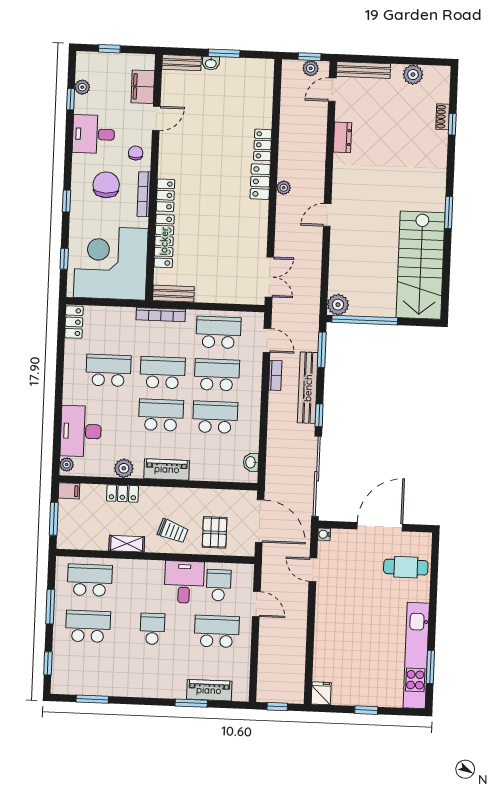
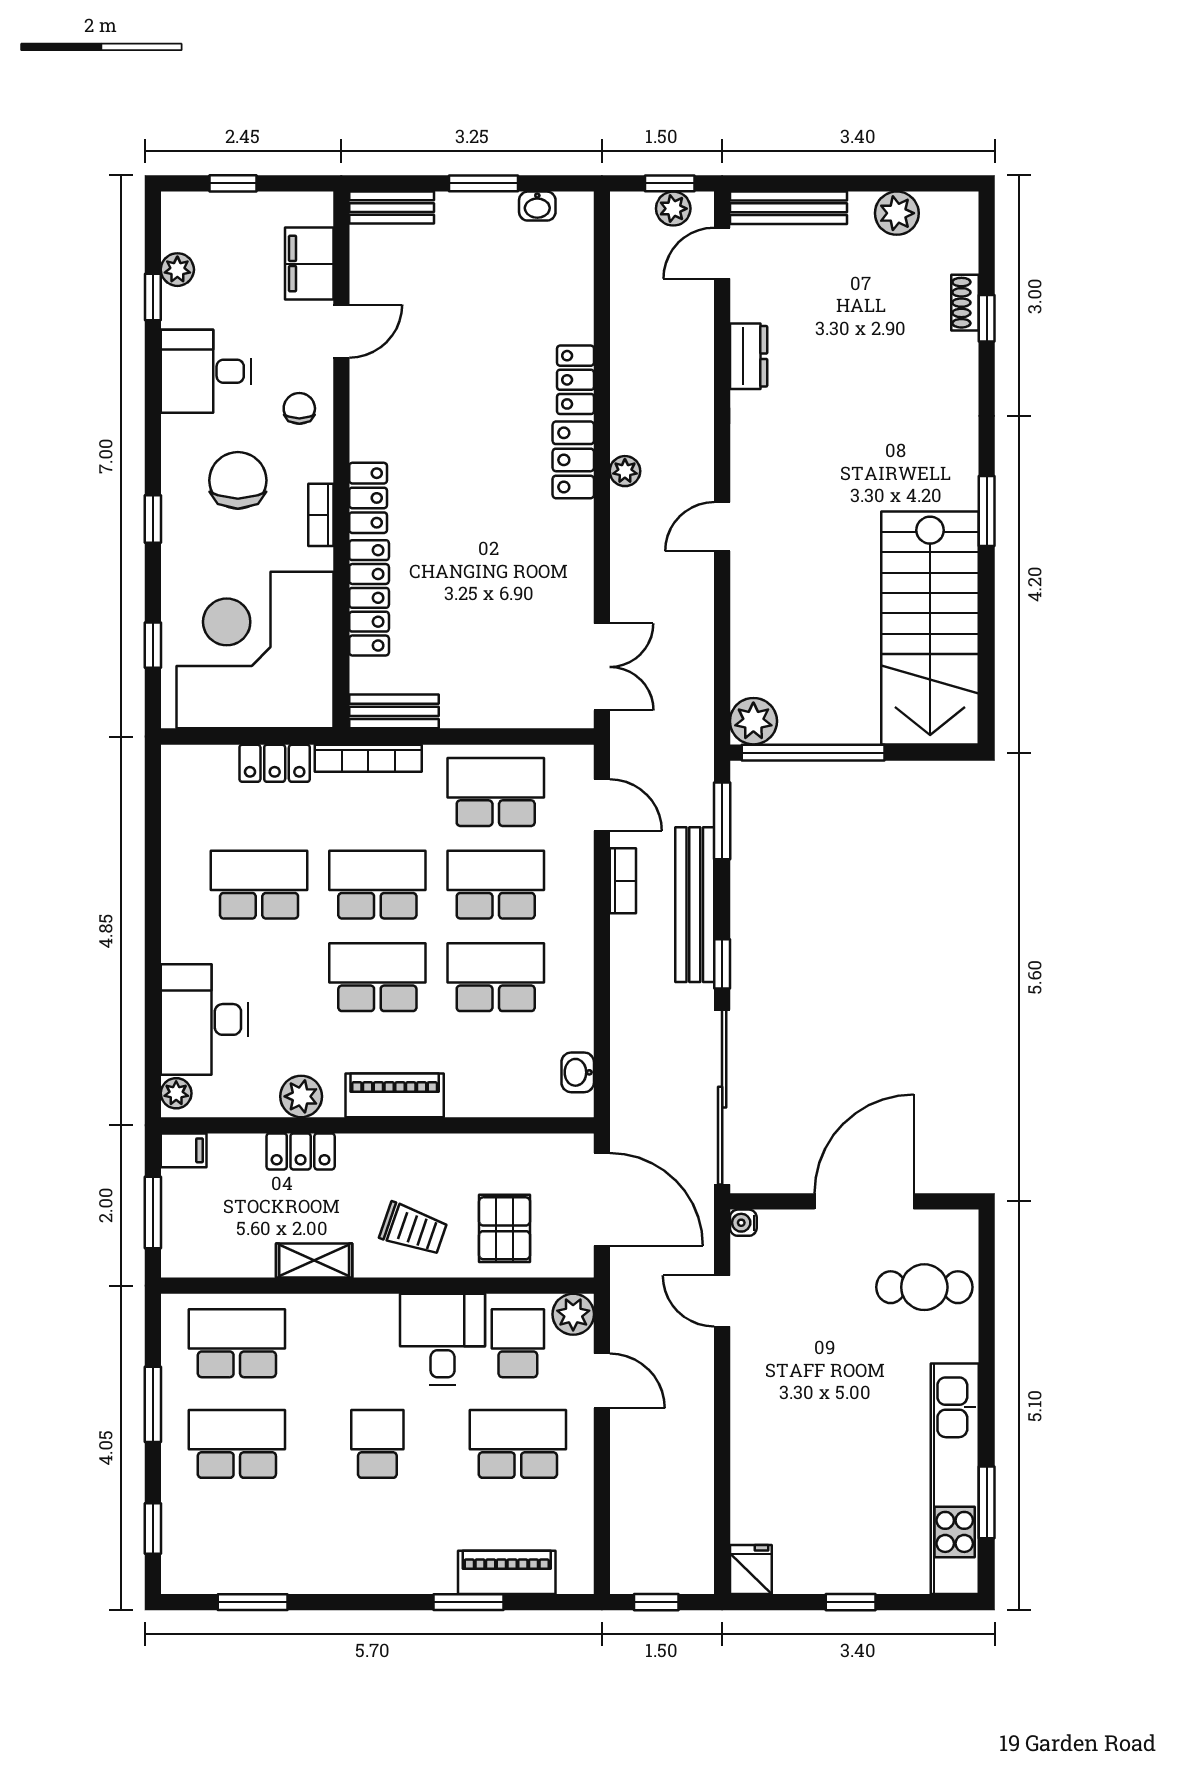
washbasin: (211, 63) -> (537, 206), moved
bookcase: (144, 194) -> (321, 515), width x0.64
locker: (74, 322) -> (275, 763), moved, turned 90
plant: (244, 573) -> (573, 1314), added

